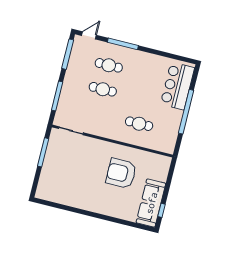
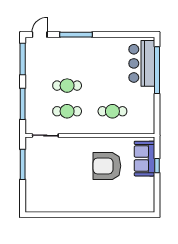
cafe table: (109, 65) -> (67, 111), moved
window: (186, 112) -> (157, 70), moved
sofa: (151, 203) -> (144, 159), moved, width x0.73
window: (161, 210) -> (157, 166), moved

